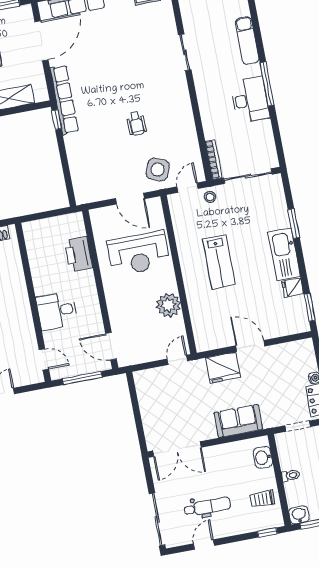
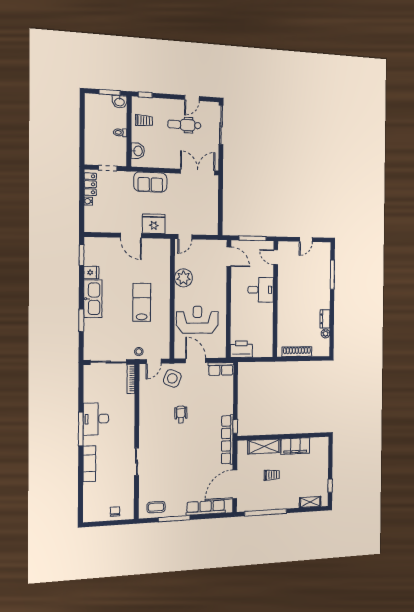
row of seats: (93, 194) -> (221, 369), added
printer: (79, 254) -> (241, 349), moved, turned -90

